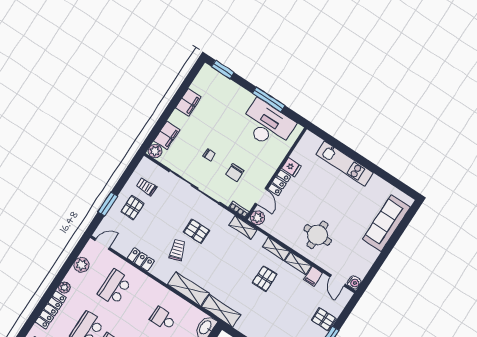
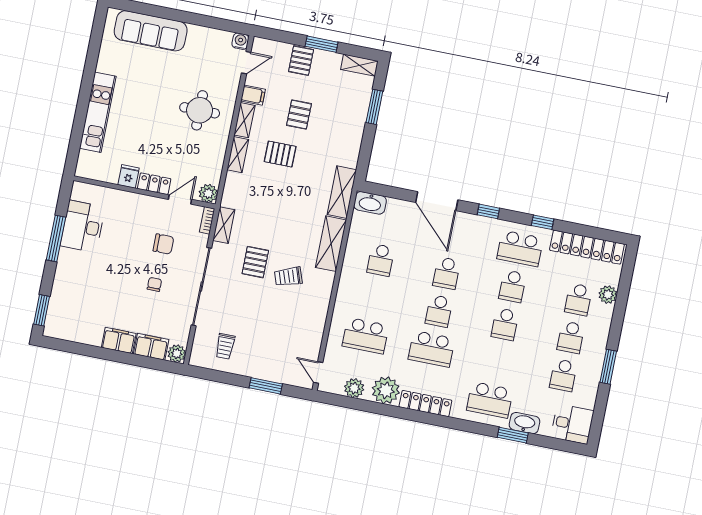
filing cabinet: (188, 102) -> (119, 340), moved
desk: (267, 125) -> (83, 226), width x0.73, depth x0.77
pallet: (132, 208) -> (299, 115), moved, turned 90
shelving: (243, 227) -> (224, 225), moved
locker: (141, 260) -> (318, 317), removed
plant: (64, 287) -> (386, 390), width x1.87, depth x1.87

